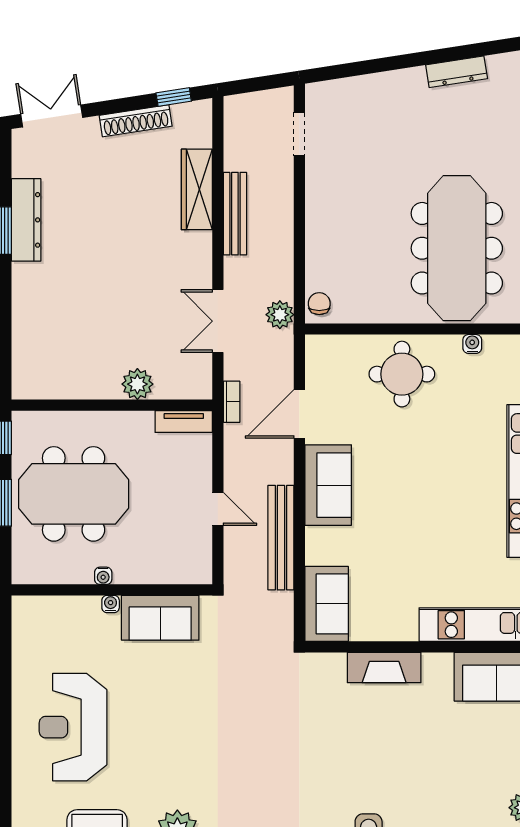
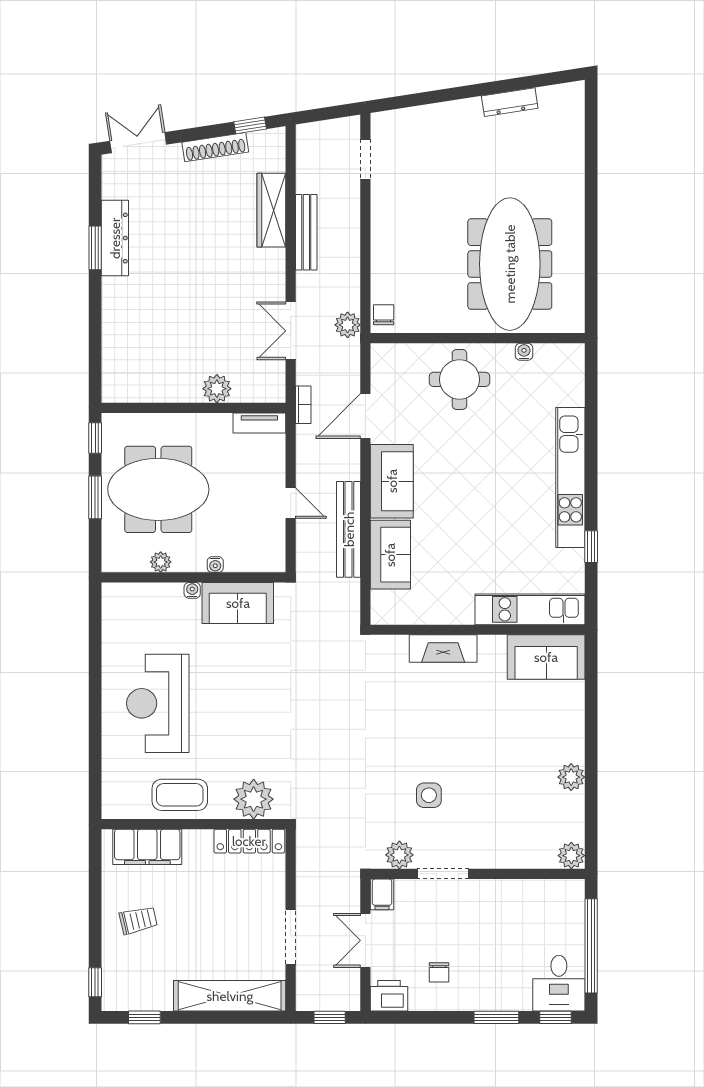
plant: (76, 573) -> (161, 562), added
water cooler: (103, 576) -> (215, 565), moved
sofa: (327, 604) -> (390, 555), moved

